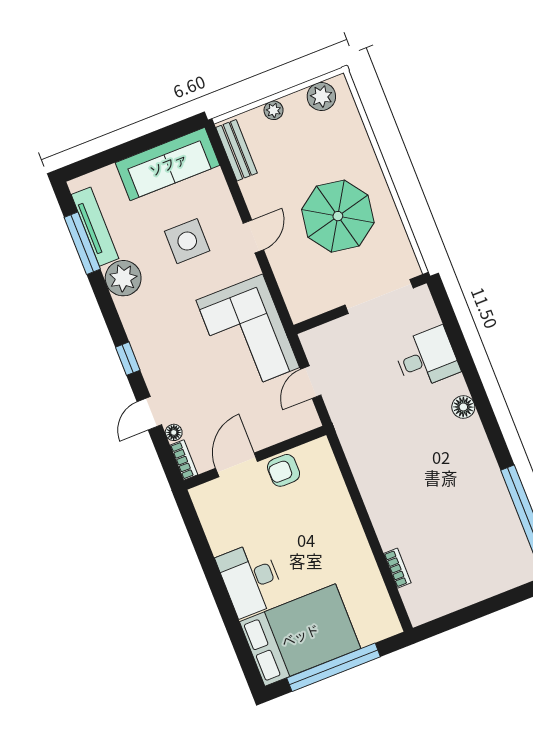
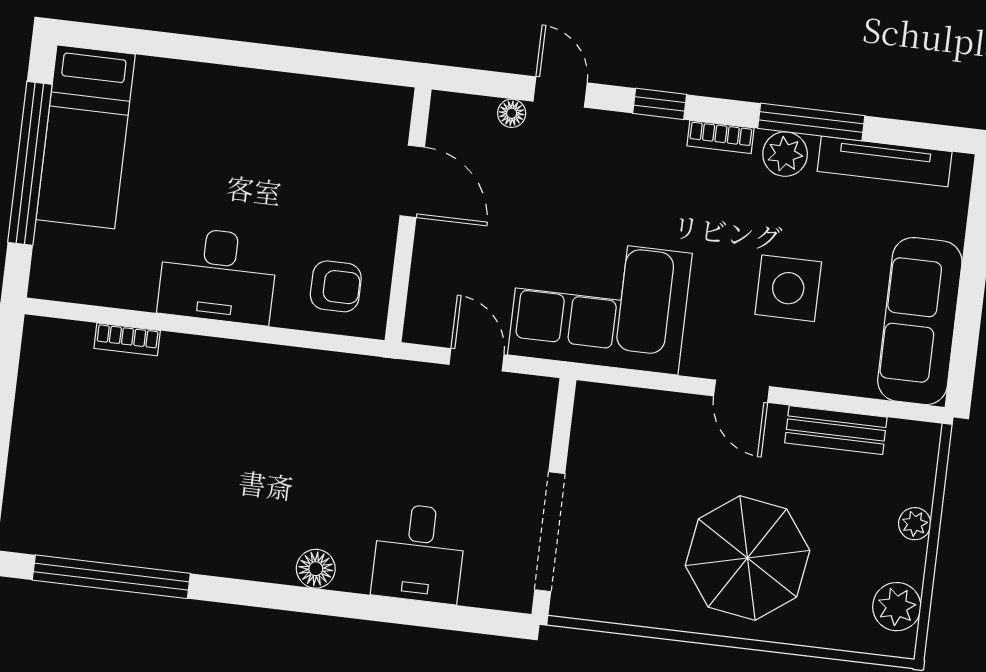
bench: (237, 150) -> (836, 430), moved
parasol: (338, 216) -> (747, 558), moved
window: (82, 243) -> (811, 122), moved
plant: (123, 278) -> (785, 154), width x0.73, depth x0.73
bookcase: (184, 460) -> (721, 137), moved
armchair: (284, 470) -> (336, 286), moved, turned 90
desk: (251, 579) -> (218, 276), moved, turned 180
bed: (300, 635) -> (86, 137), width x0.67

